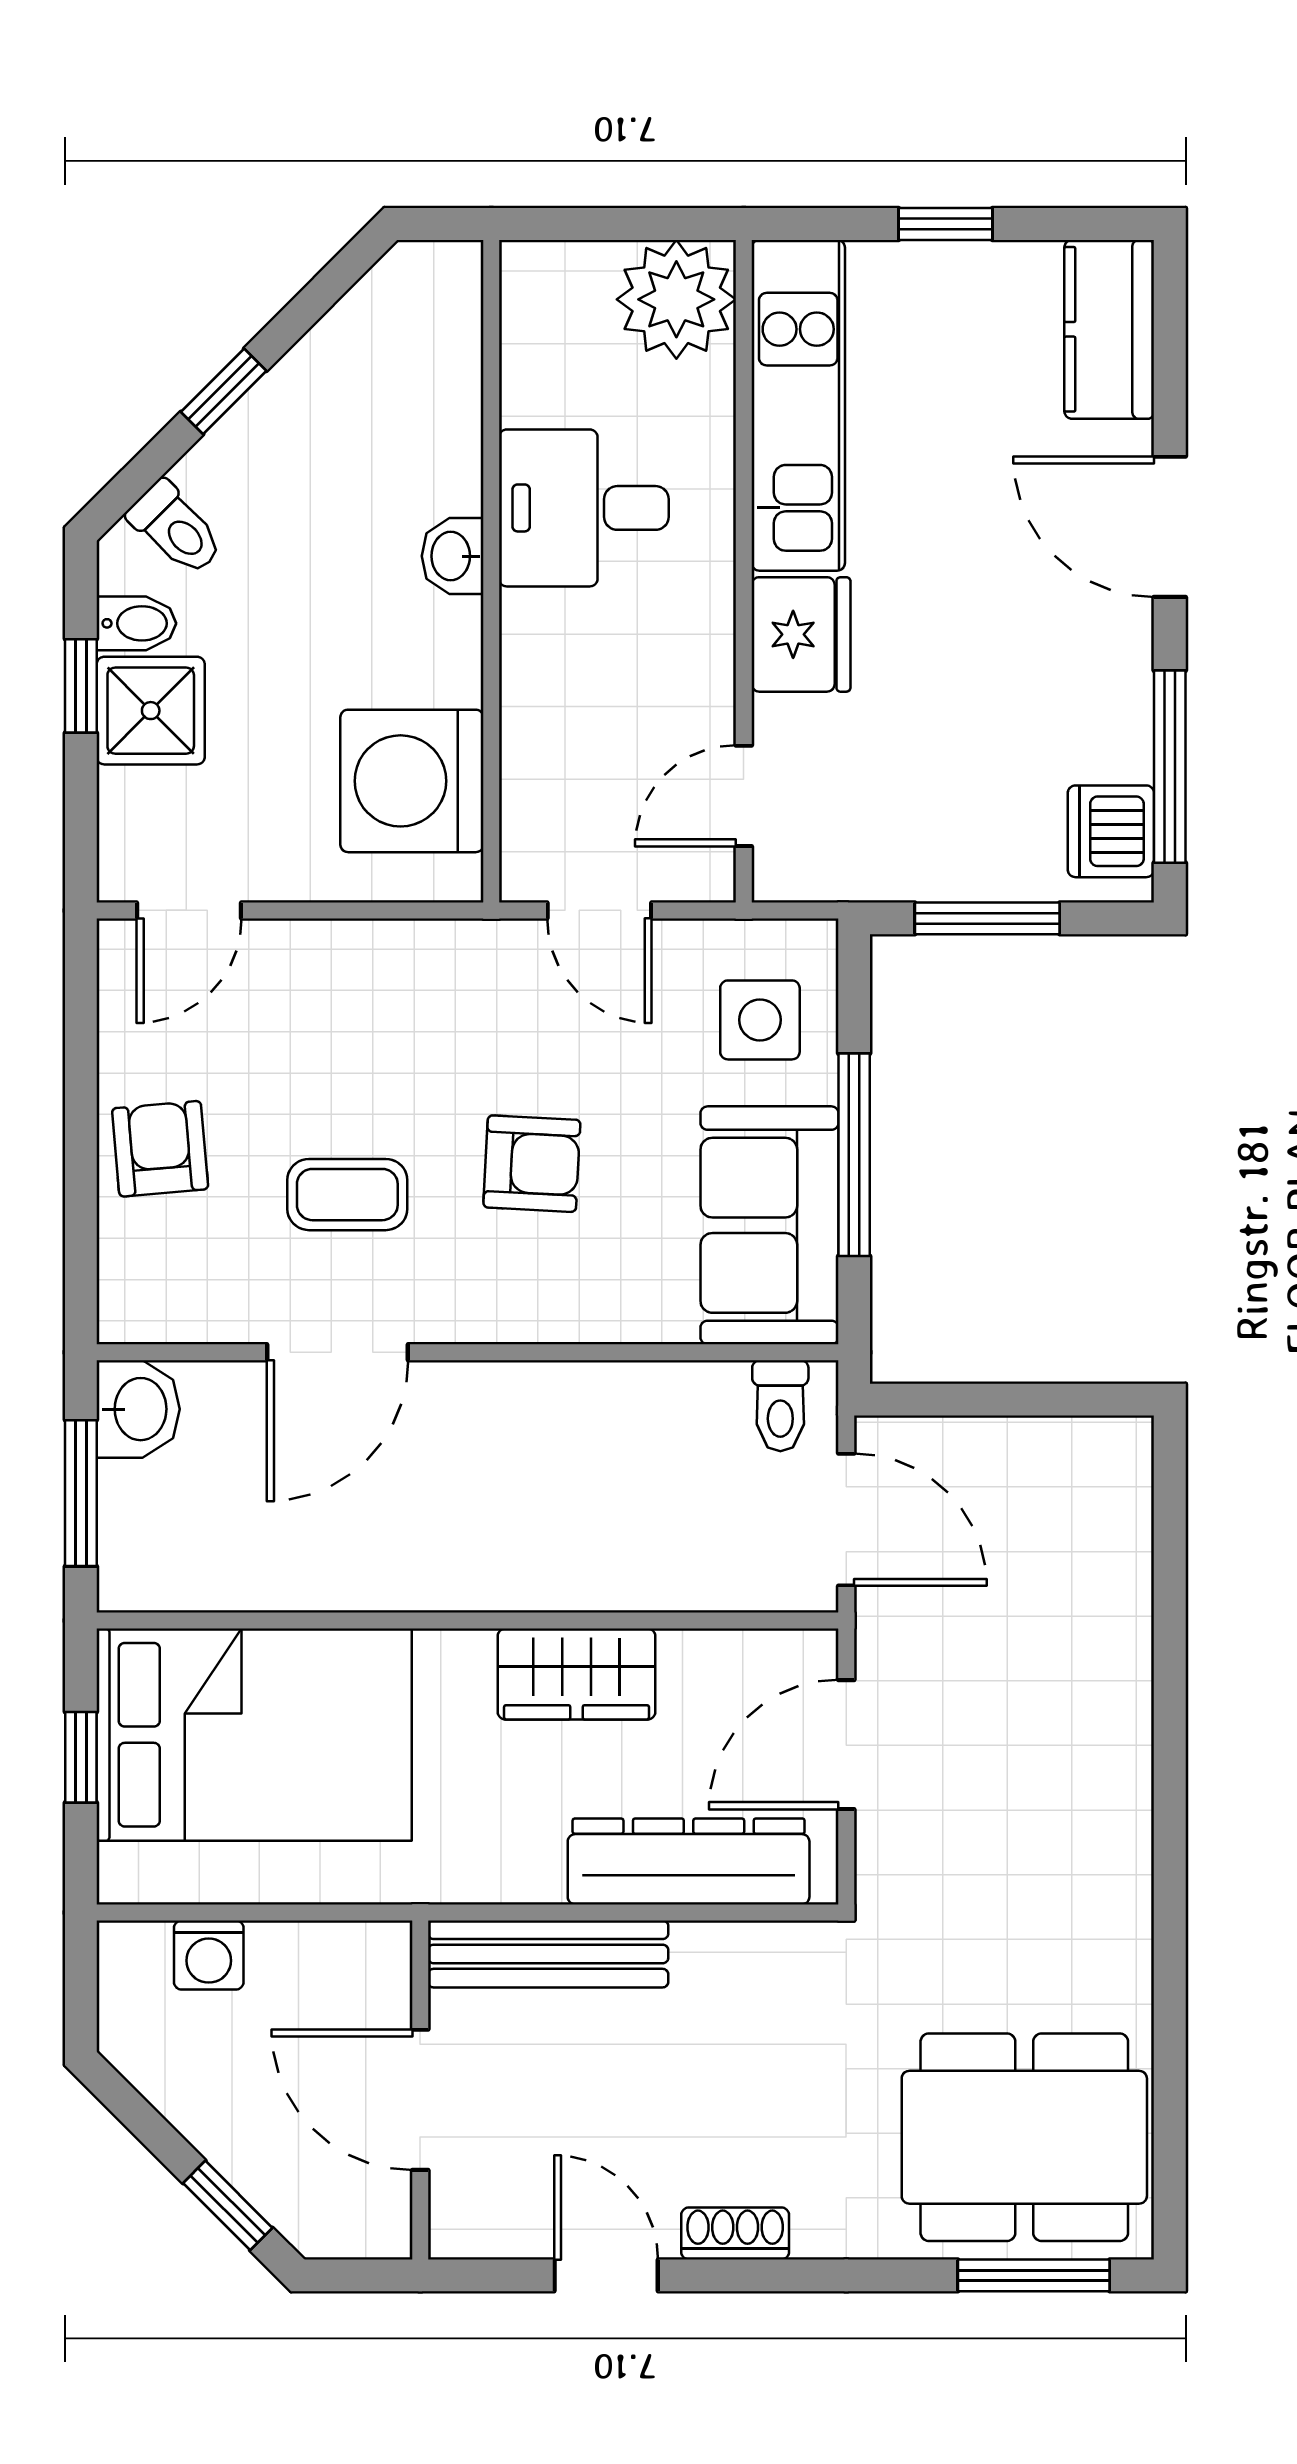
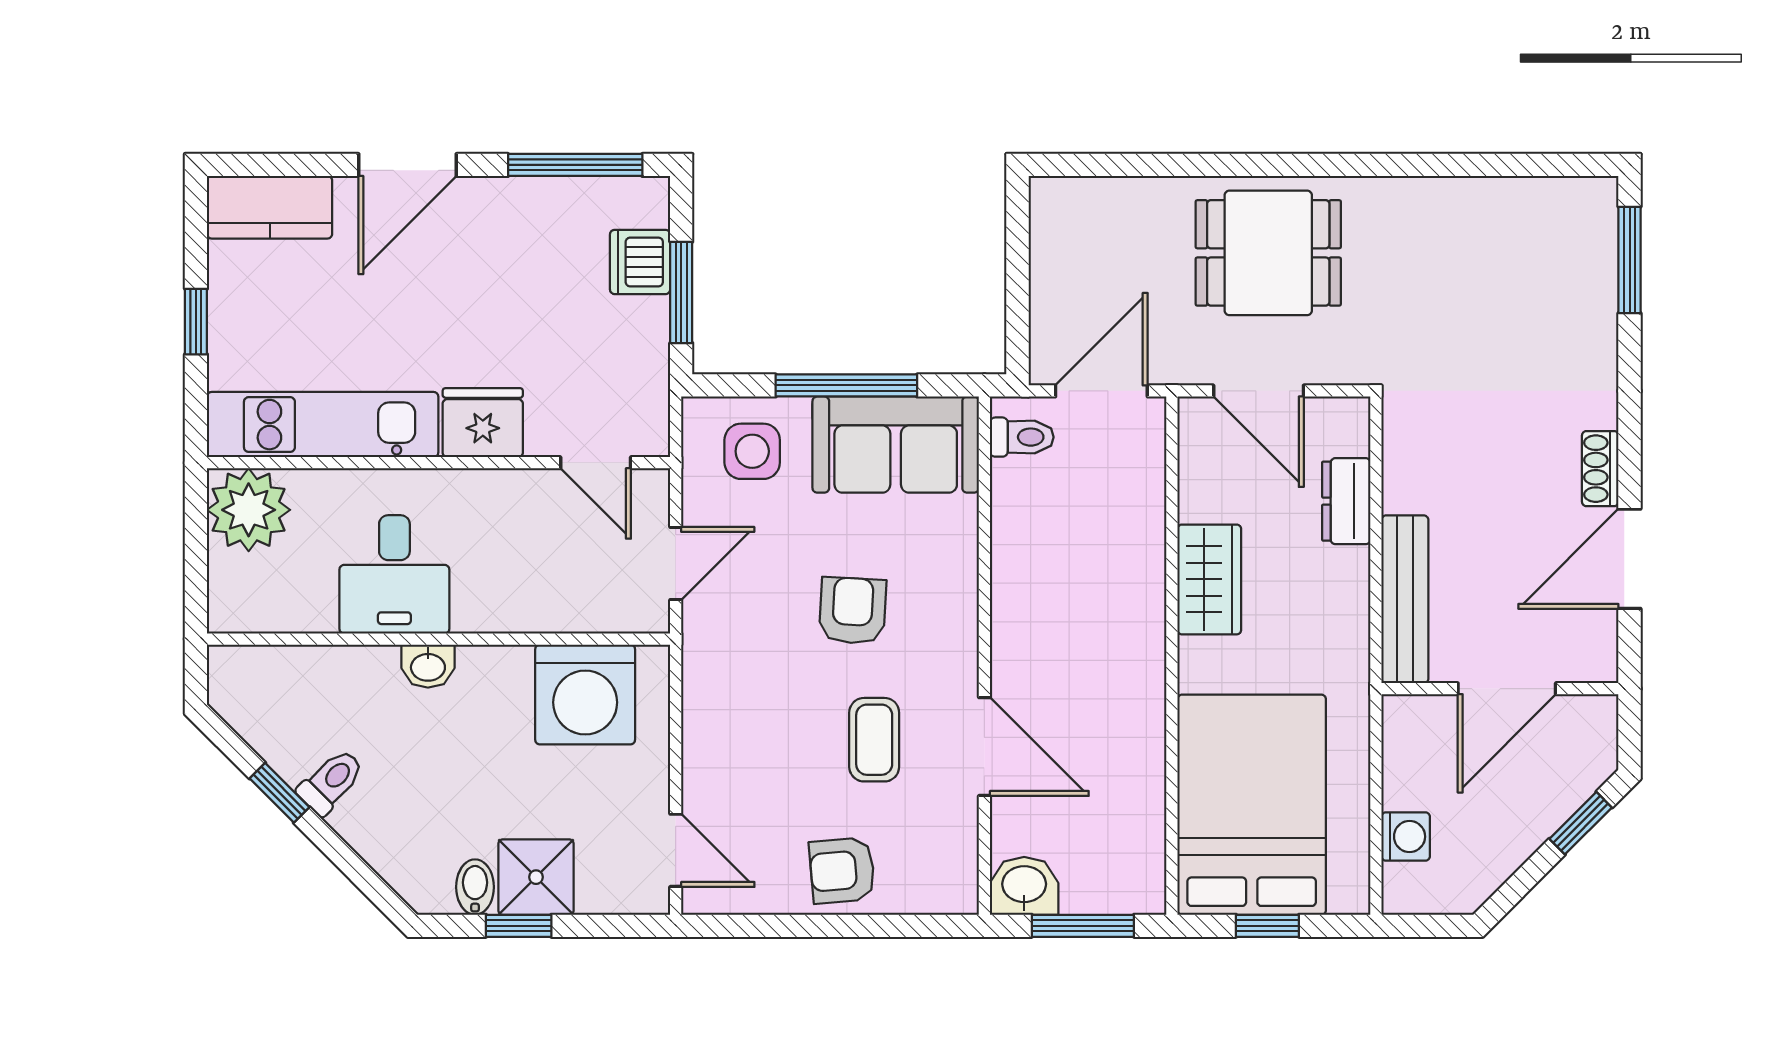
window: (224, 391) -> (279, 793), moved
toilet: (176, 528) -> (331, 782), moved
dishwasher: (1111, 831) -> (640, 262), moved, turned 90
dresser: (689, 1861) -> (1346, 501), width x0.51, depth x0.80
dining table: (1024, 2137) -> (1268, 253), moved, width x0.73
door: (606, 2275) -> (1630, 559), width x1.38

